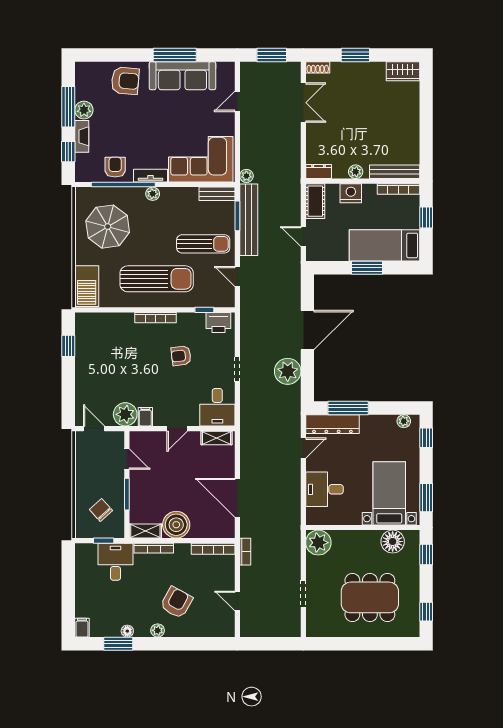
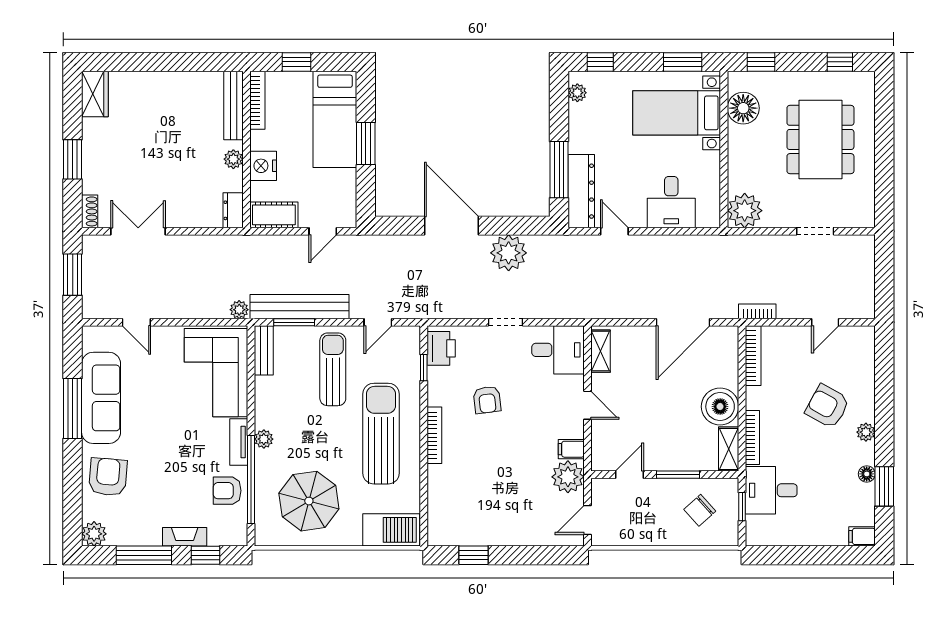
plant: (84, 110) -> (94, 534), moved

